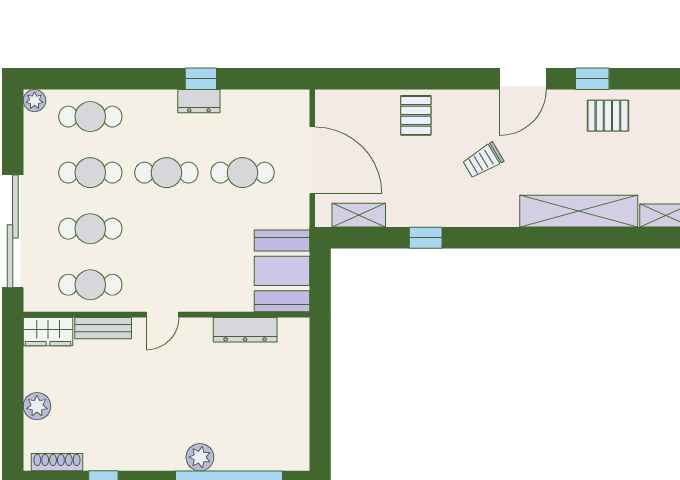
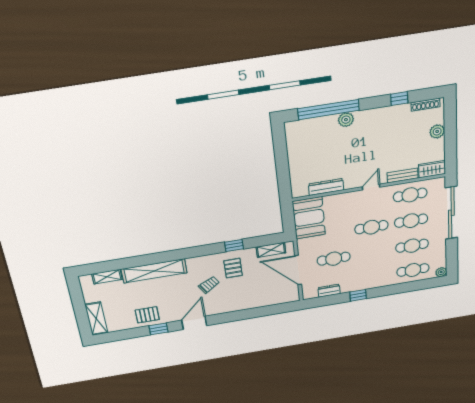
dresser: (199, 101) -> (329, 291), moved
pallet: (416, 115) -> (233, 268), moved
cafe table: (166, 173) -> (371, 227), moved

